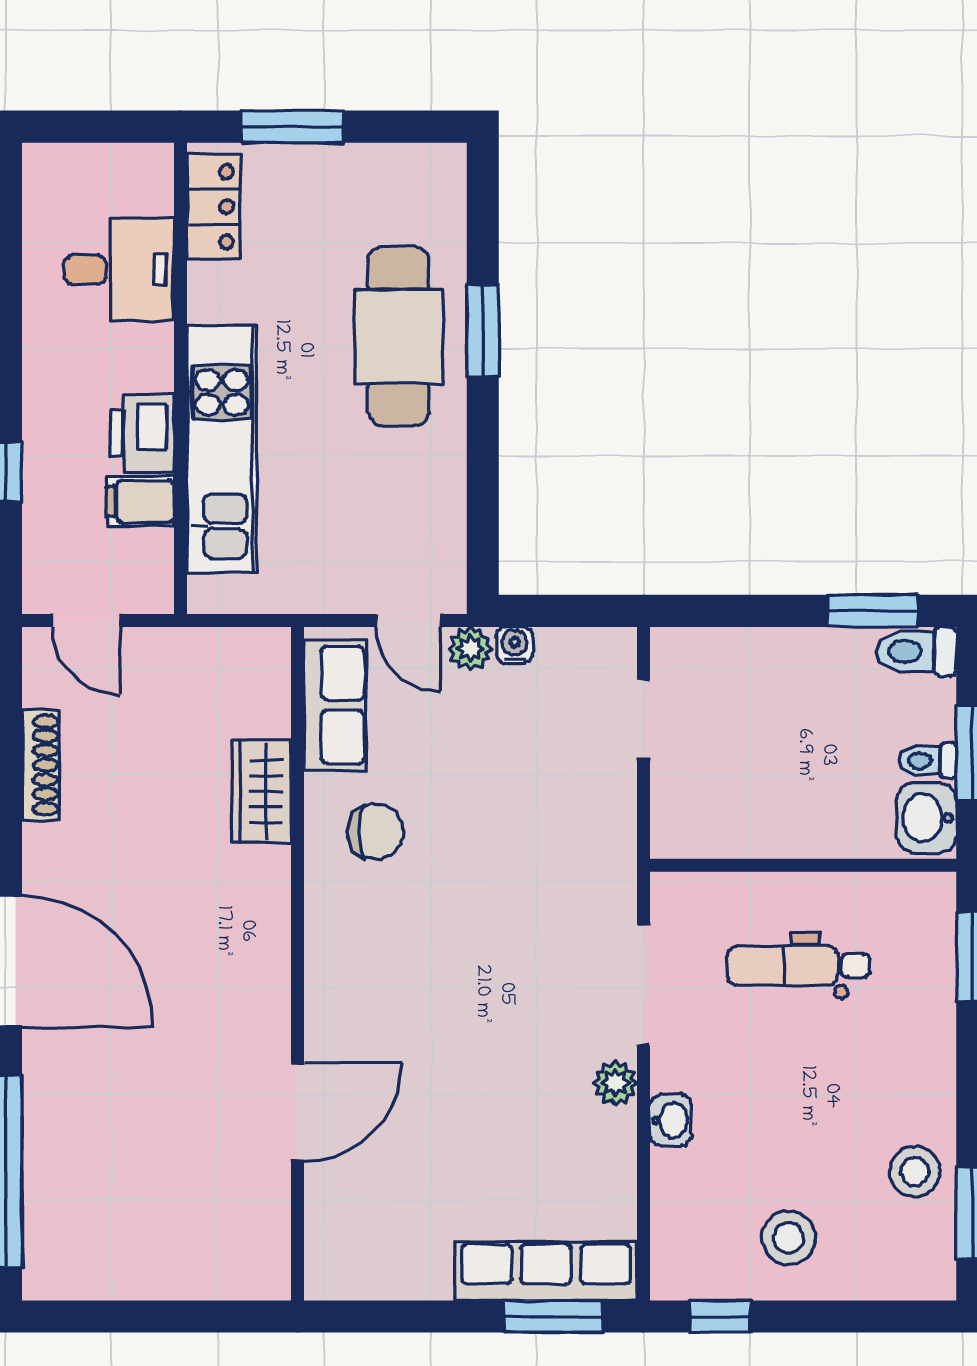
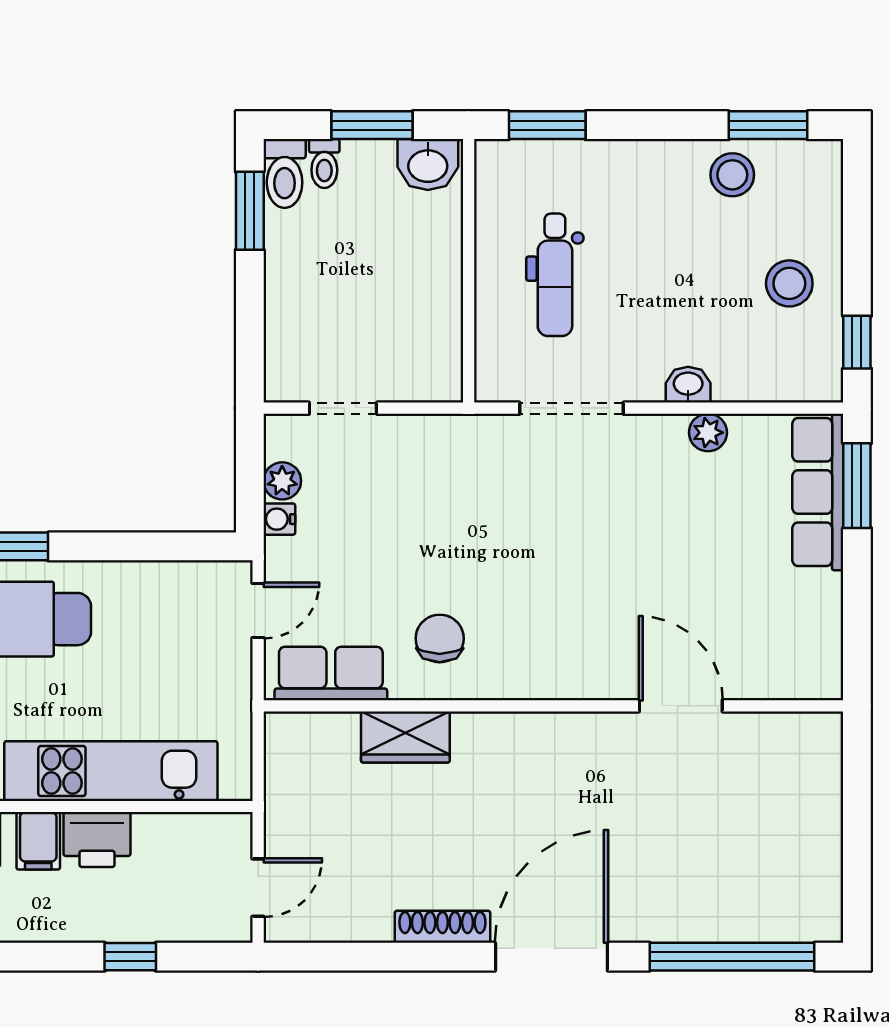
filing cabinet: (141, 501) -> (38, 841), moved
plant: (470, 649) -> (282, 481), moved
toilet: (928, 761) -> (324, 164), moved
shoe rack: (41, 765) -> (442, 927), moved
plant: (615, 1083) -> (708, 433), moved

